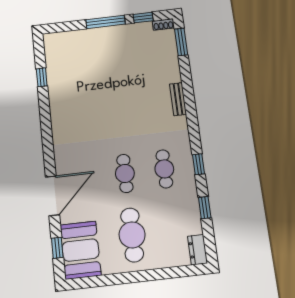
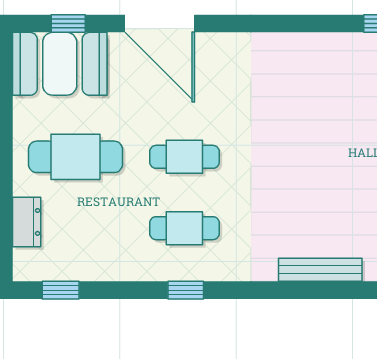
bench: (178, 99) -> (320, 270), width x1.36
window: (205, 208) -> (61, 290), moved
dresser: (198, 250) -> (27, 222), moved, turned 90

